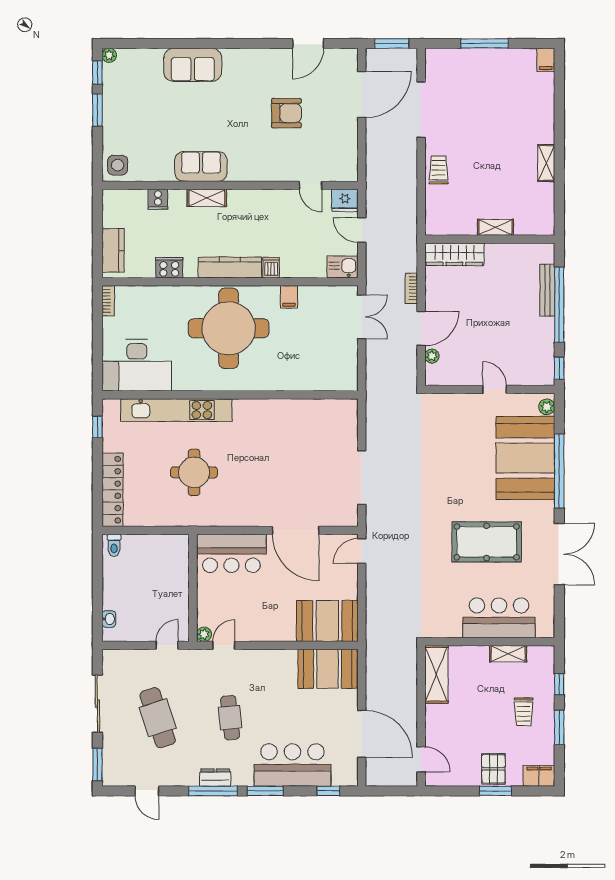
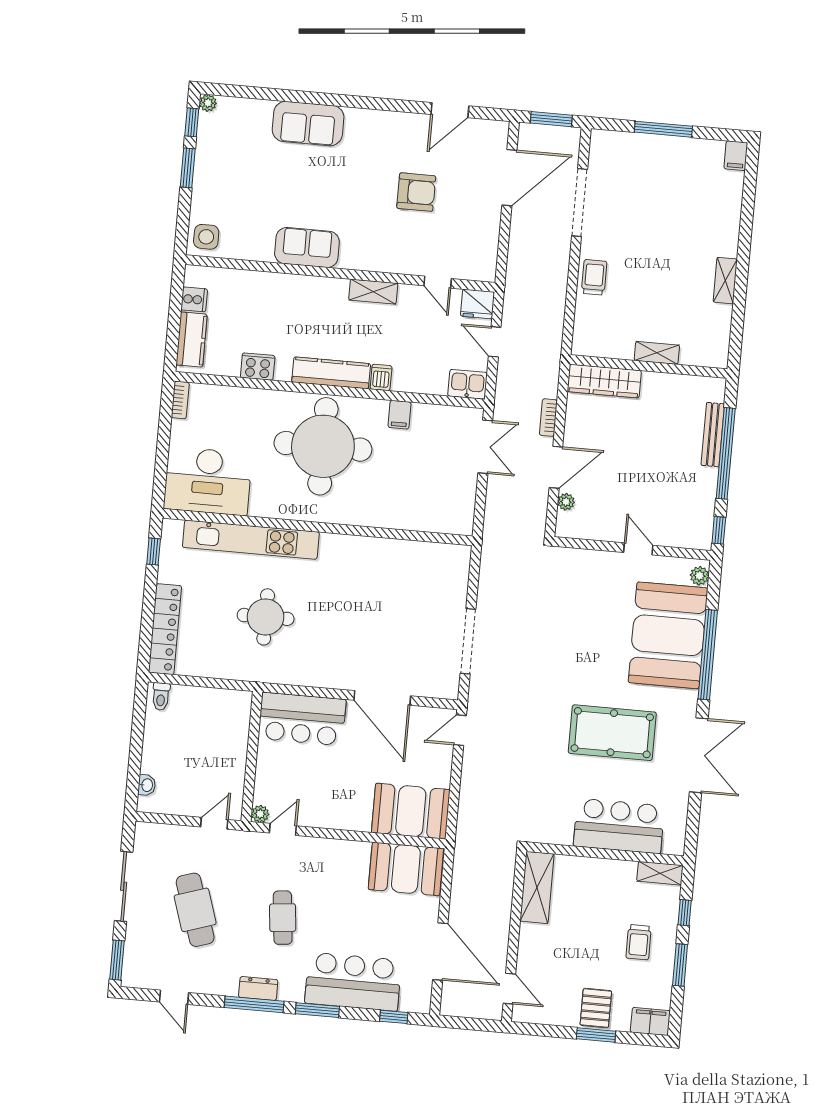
shelving: (207, 198) -> (373, 292), moved
cooker: (158, 199) -> (194, 299), moved, turned -90
shelving: (508, 654) -> (660, 873), moved

